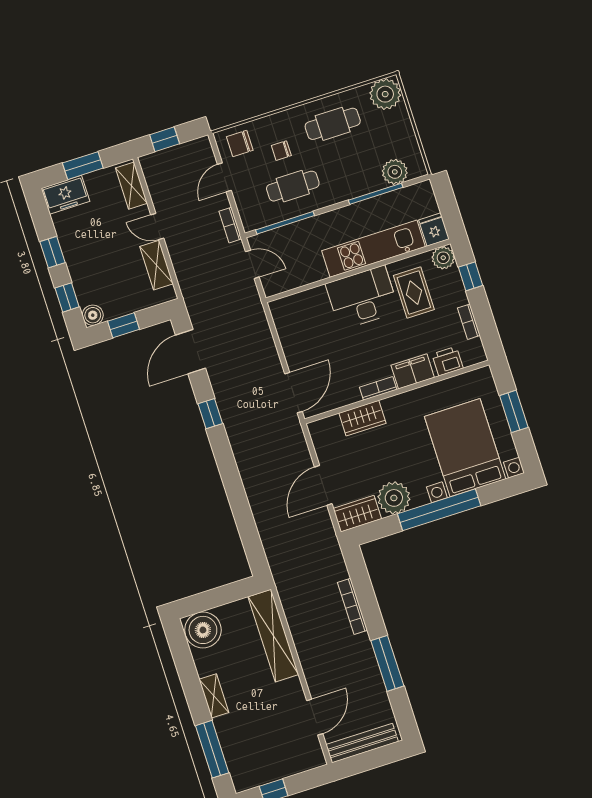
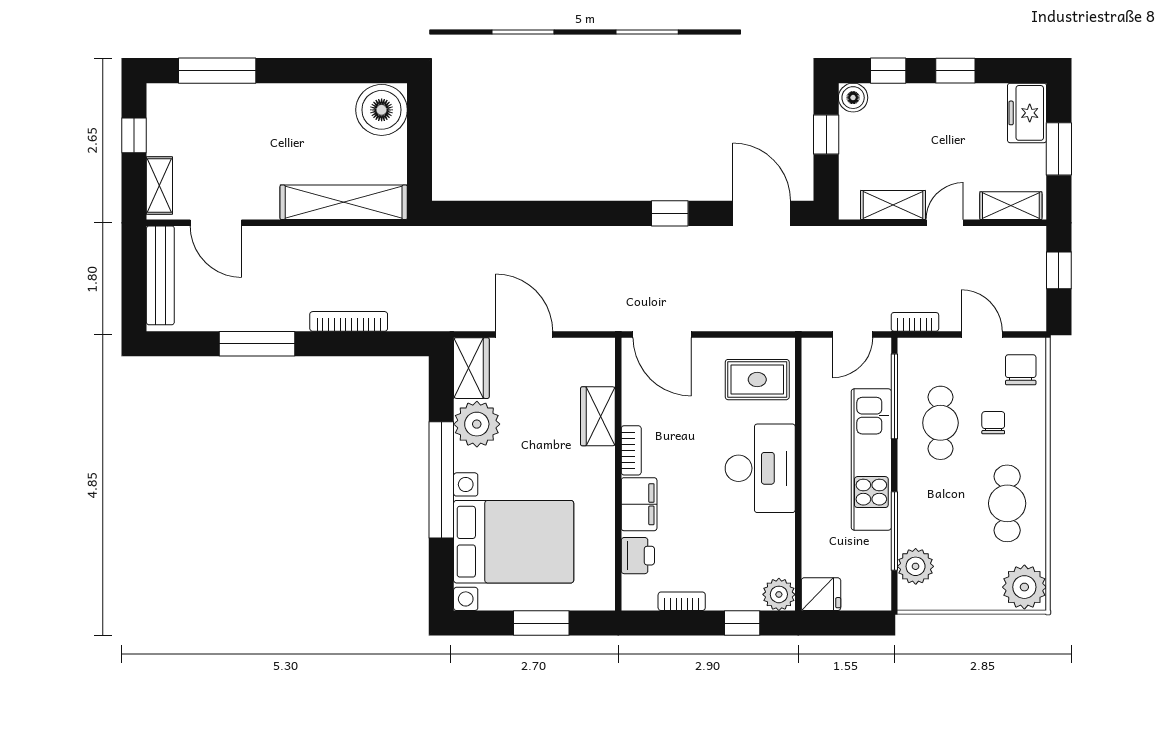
kitchen unit: (374, 249) -> (871, 460), moved, turned 180
rug: (414, 293) -> (757, 380), moved
shelving: (214, 696) -> (159, 186), moved, turned 90

